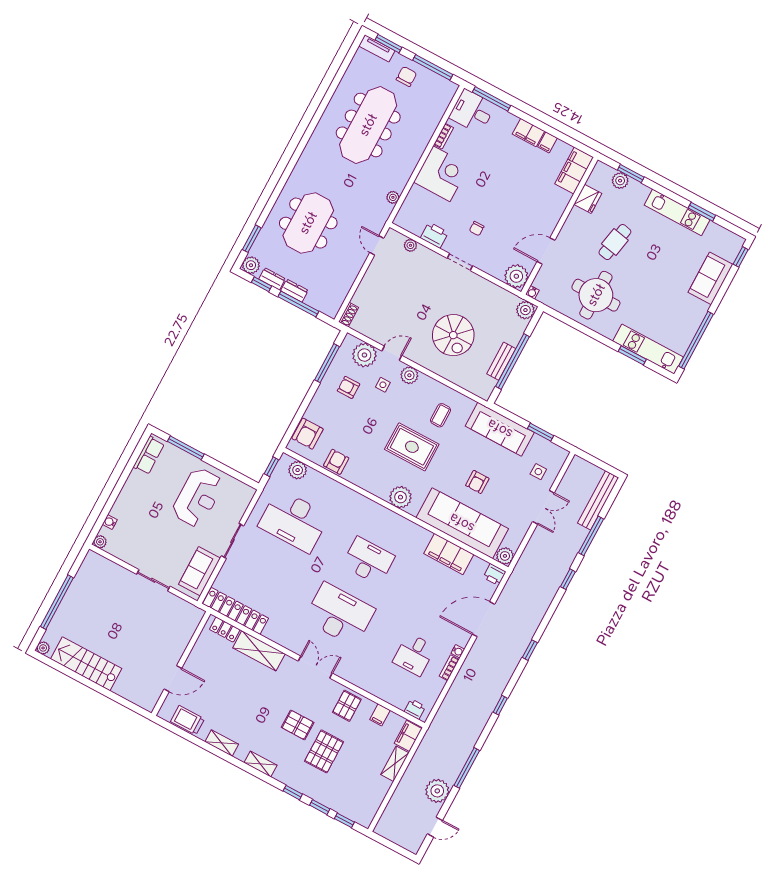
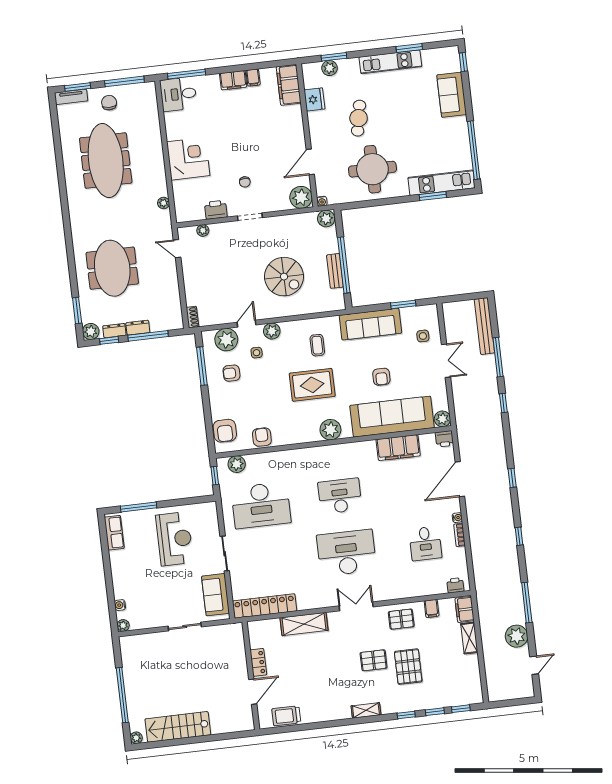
bookcase: (444, 136) -> (170, 129), removed
locker: (225, 629) -> (258, 662), moved, turned -90
pallet: (347, 706) -> (401, 619), turned 90
shelving: (222, 743) -> (325, 715), removed

